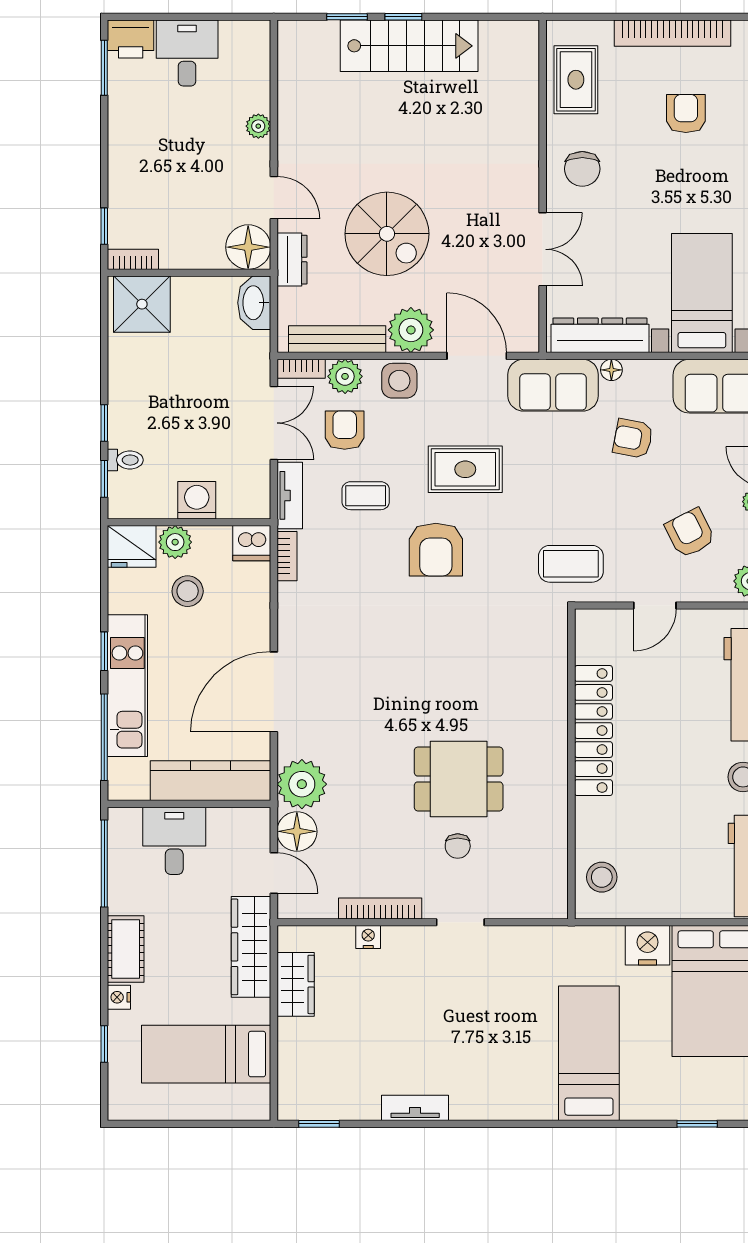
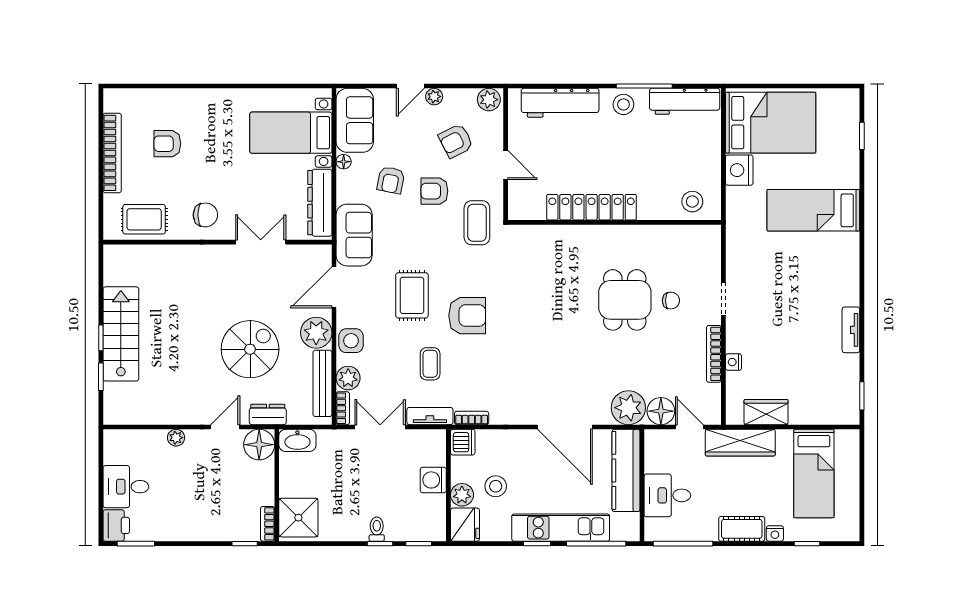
floor lamp: (611, 370) -> (344, 162), moved
armchair: (345, 430) -> (434, 191), moved
toilet: (125, 460) -> (377, 529), moved
door: (274, 873) -> (689, 427), hinge flipped

